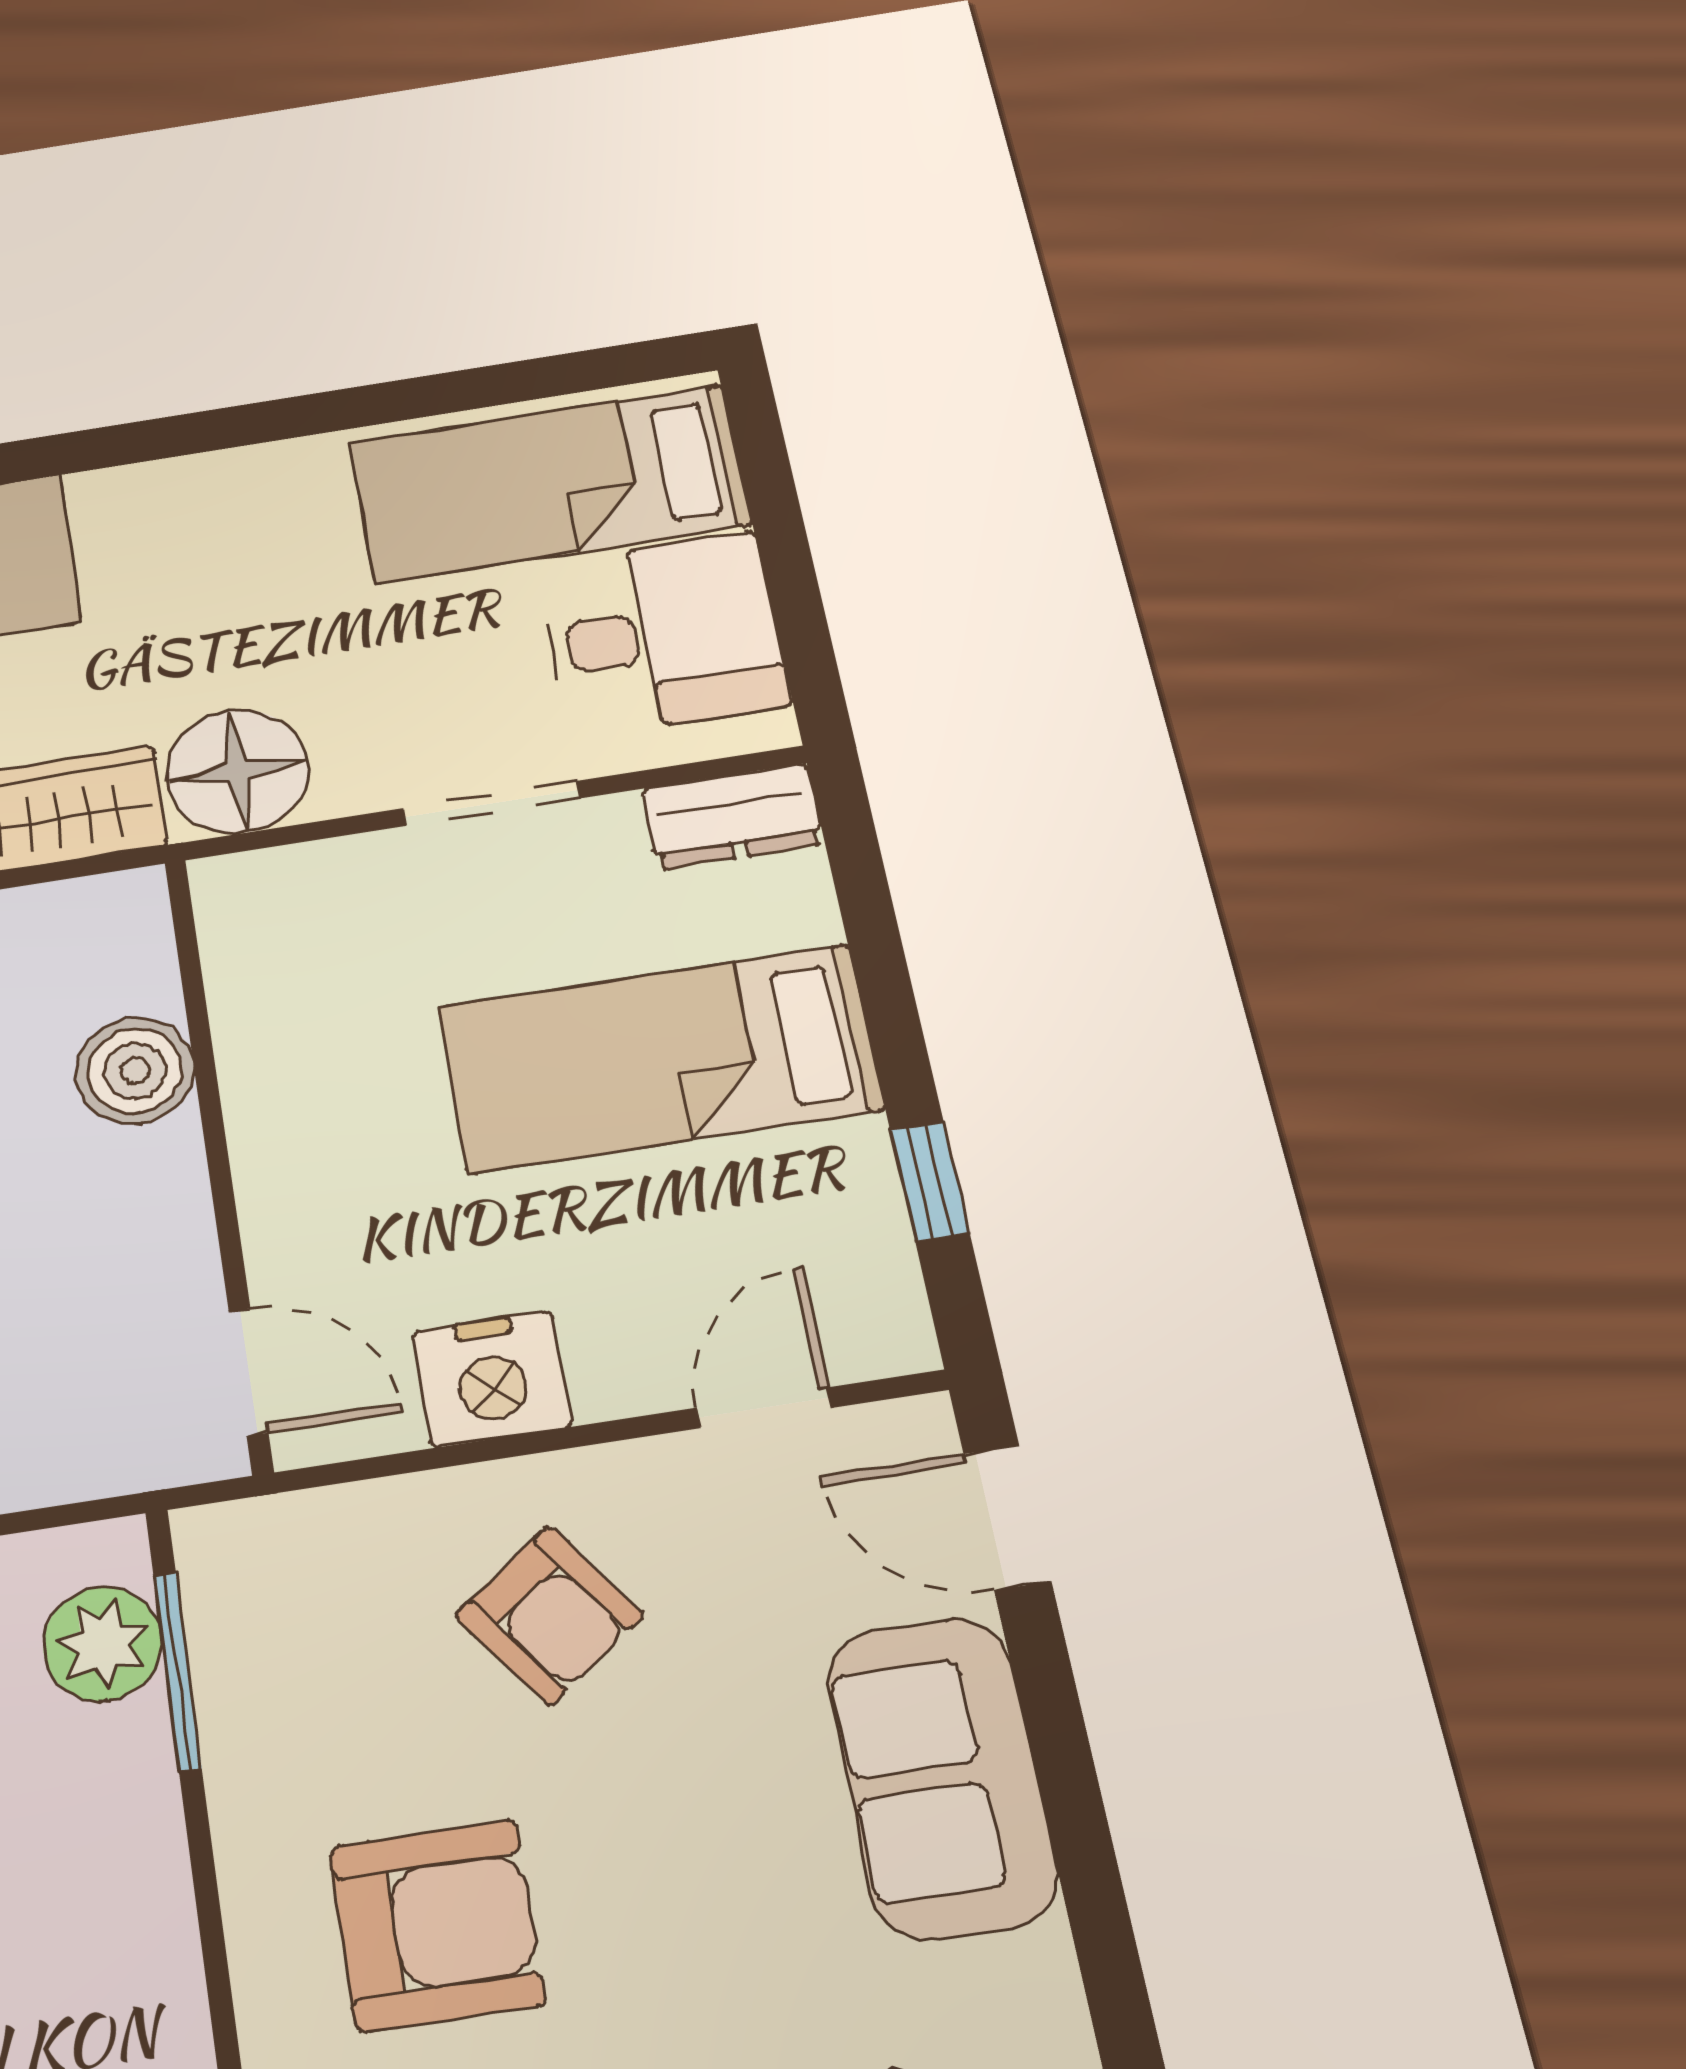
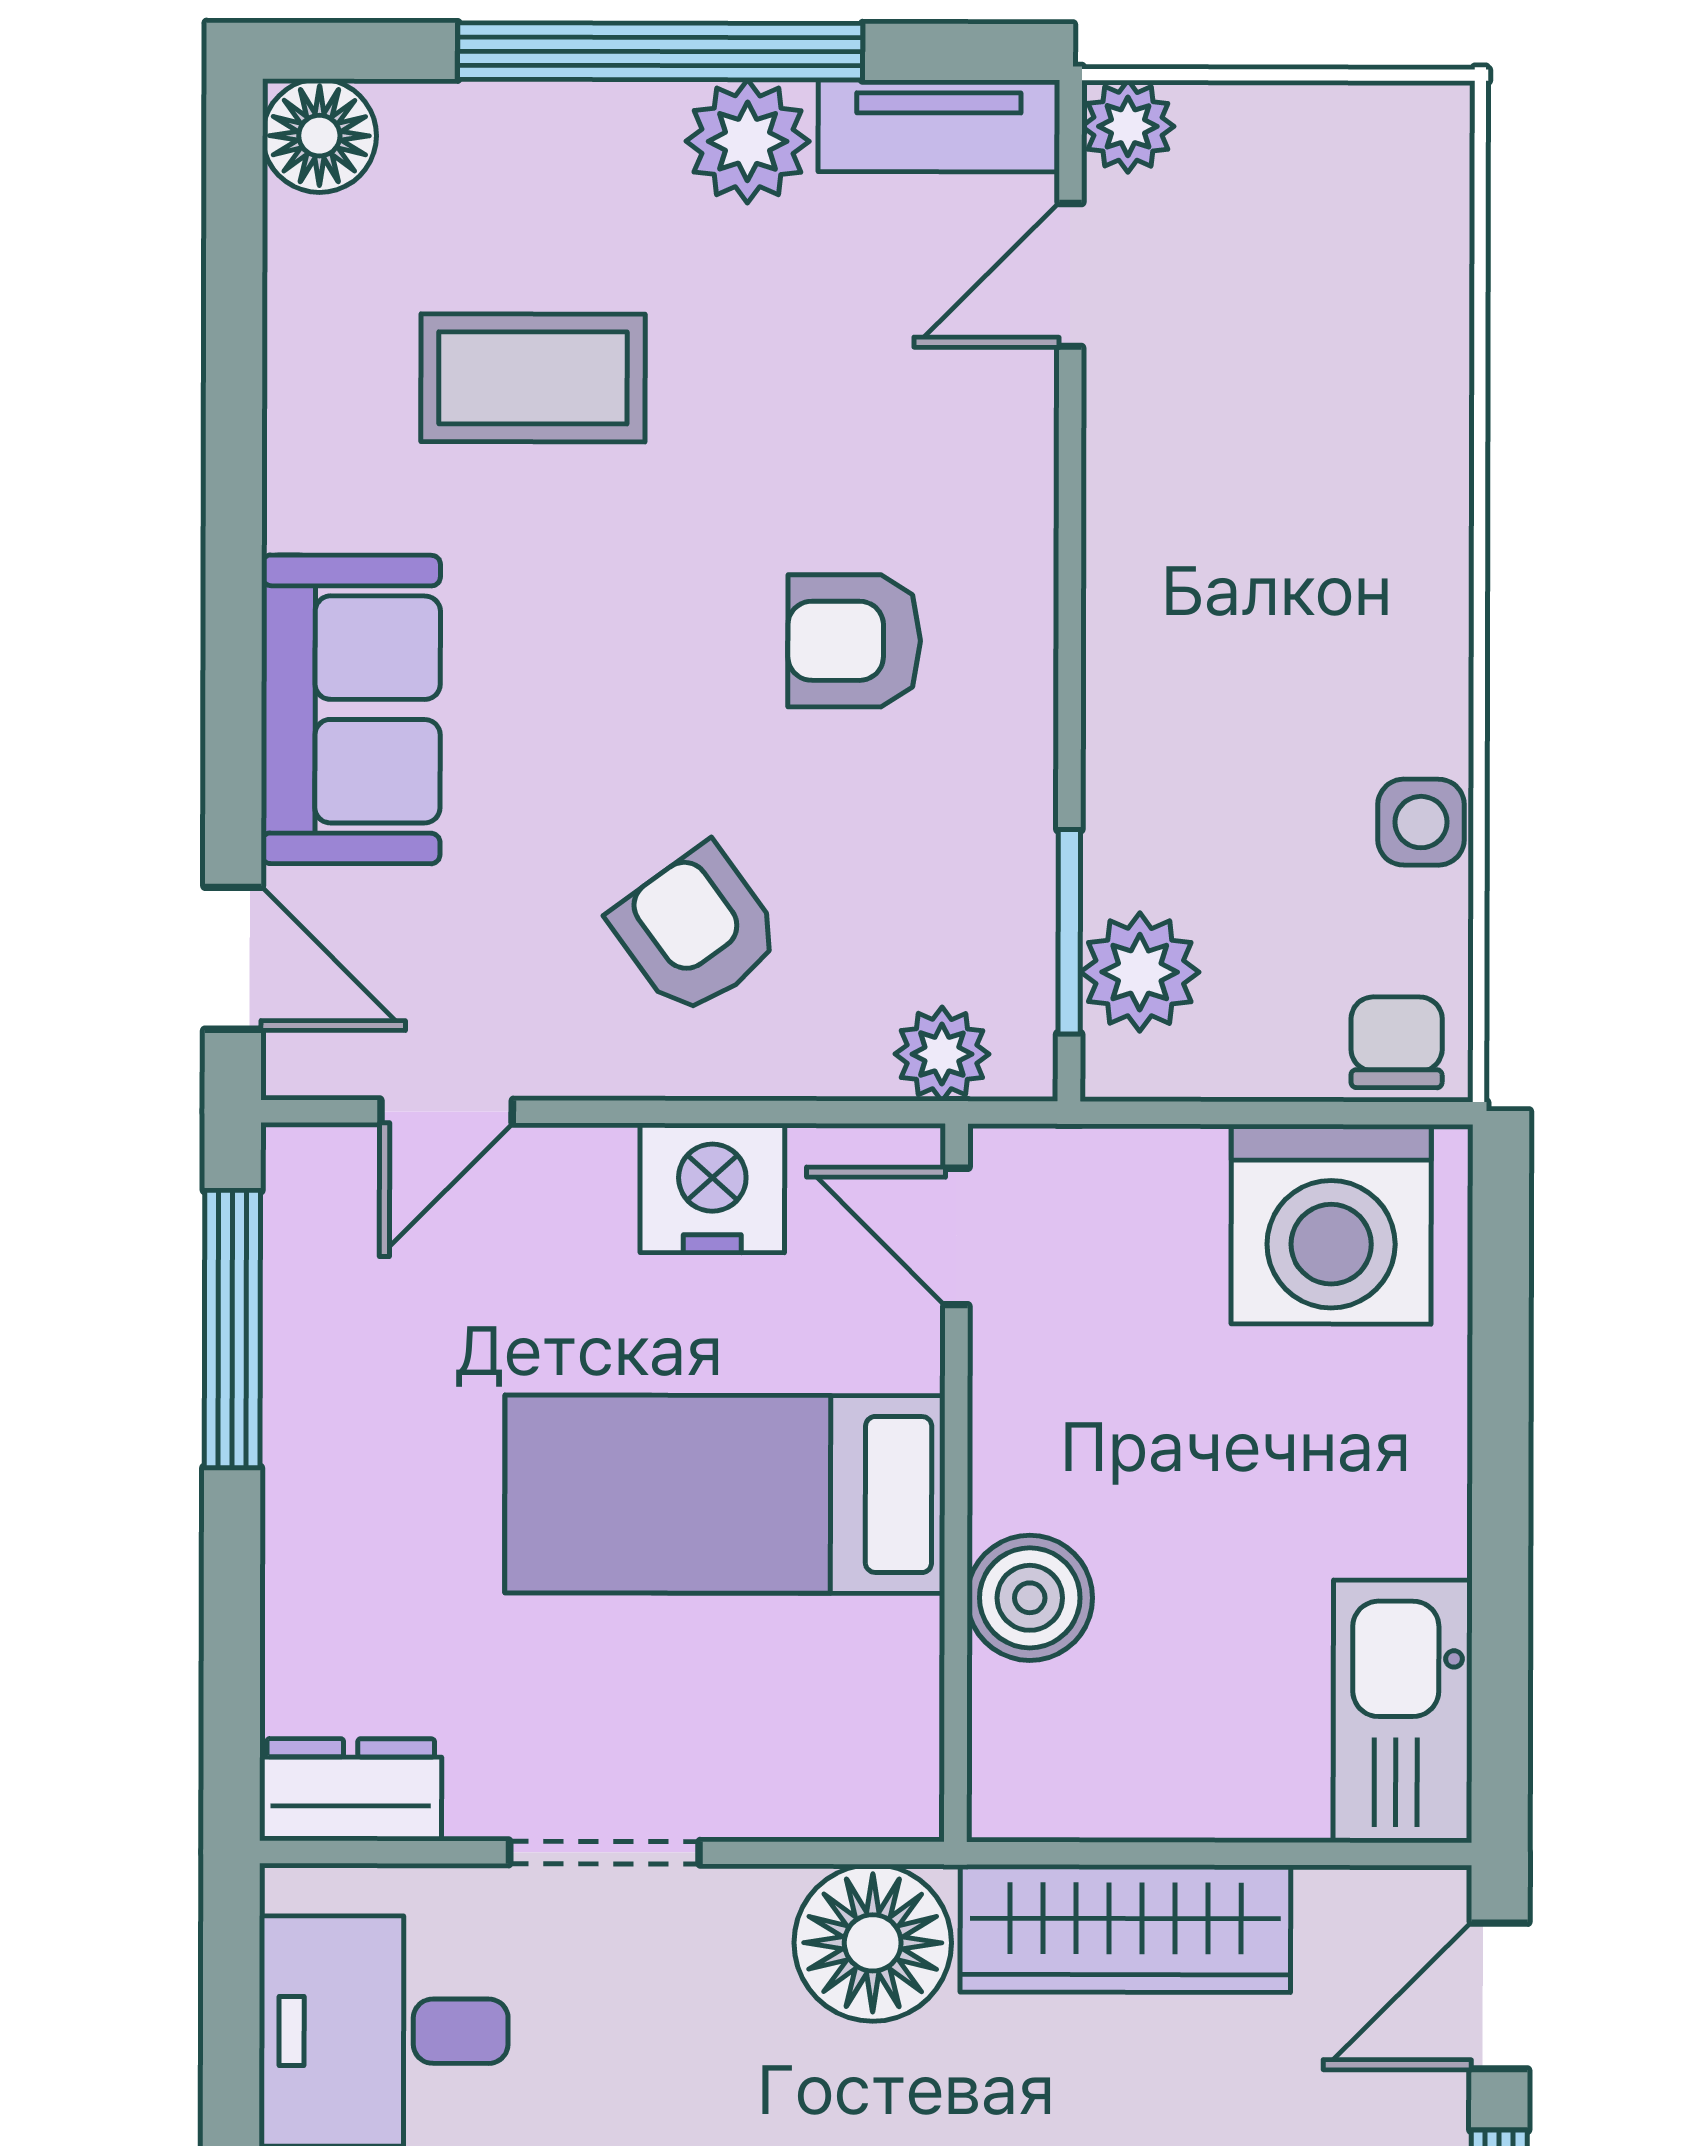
bed: (660, 1058) -> (725, 1494), moved, turned 180
window: (930, 1181) -> (232, 1329), width x2.17
plant: (287, 1536) -> (942, 1054), added
armchair: (437, 1926) -> (854, 641), width x0.72, depth x0.72

